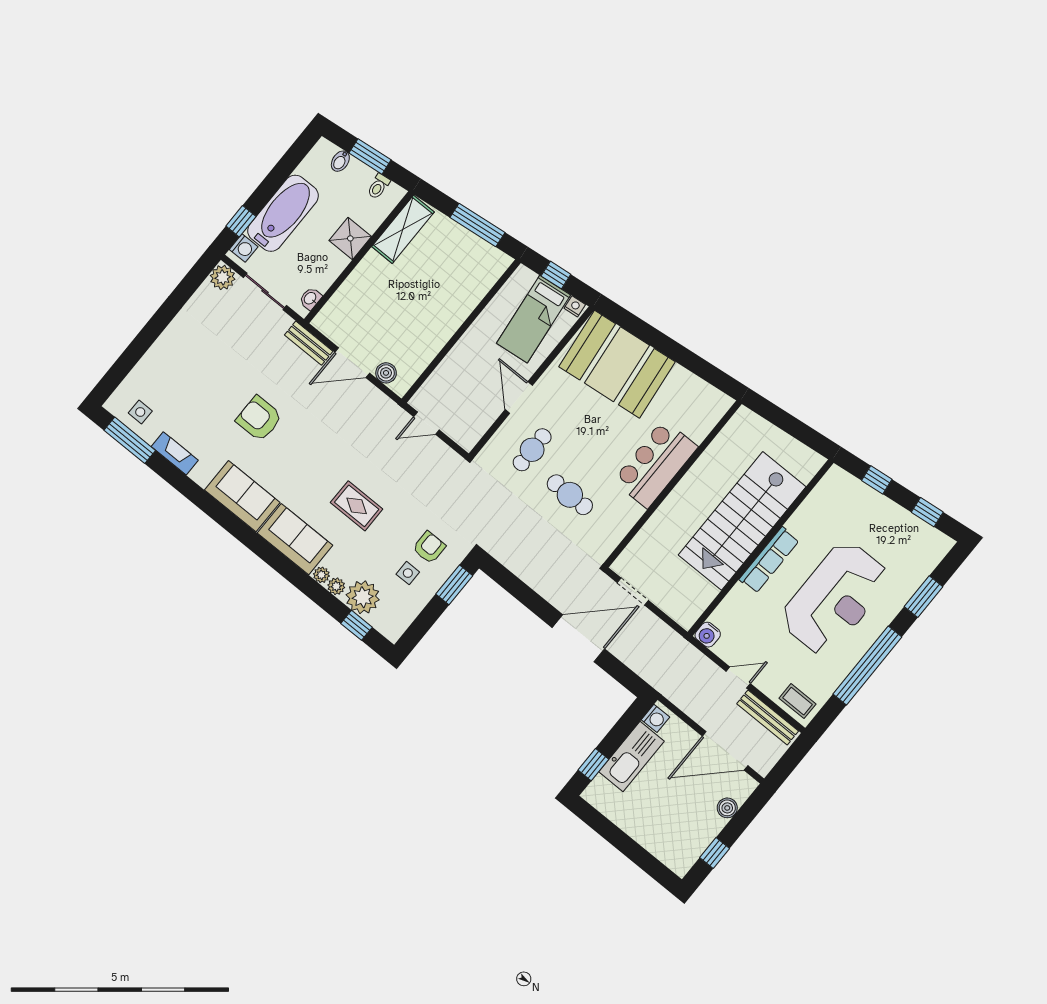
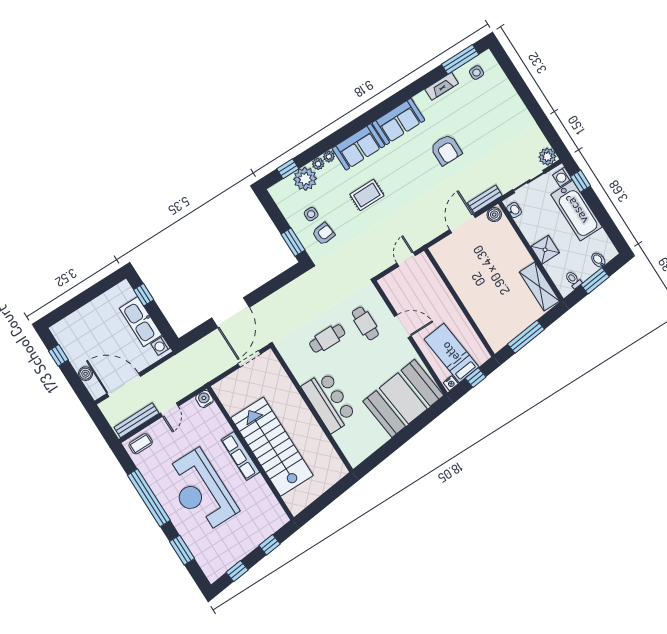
boiler: (386, 373) -> (494, 215), moved
armchair: (259, 419) -> (446, 150), turned 90
armchair: (429, 547) -> (323, 234), turned -96
door: (725, 751) -> (124, 385), hinge flipped

